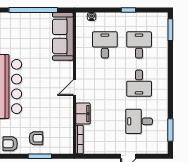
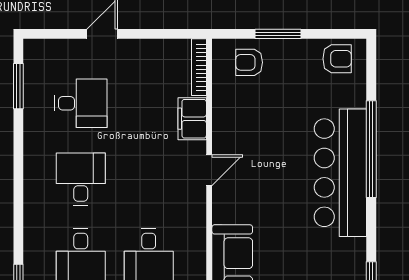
armchair: (36, 138) -> (249, 62), moved

